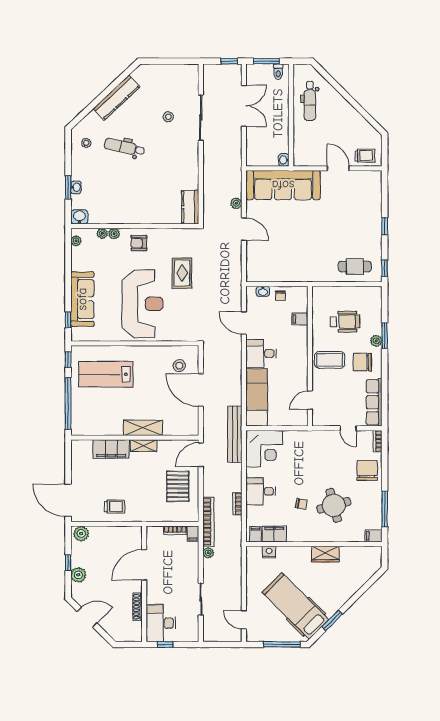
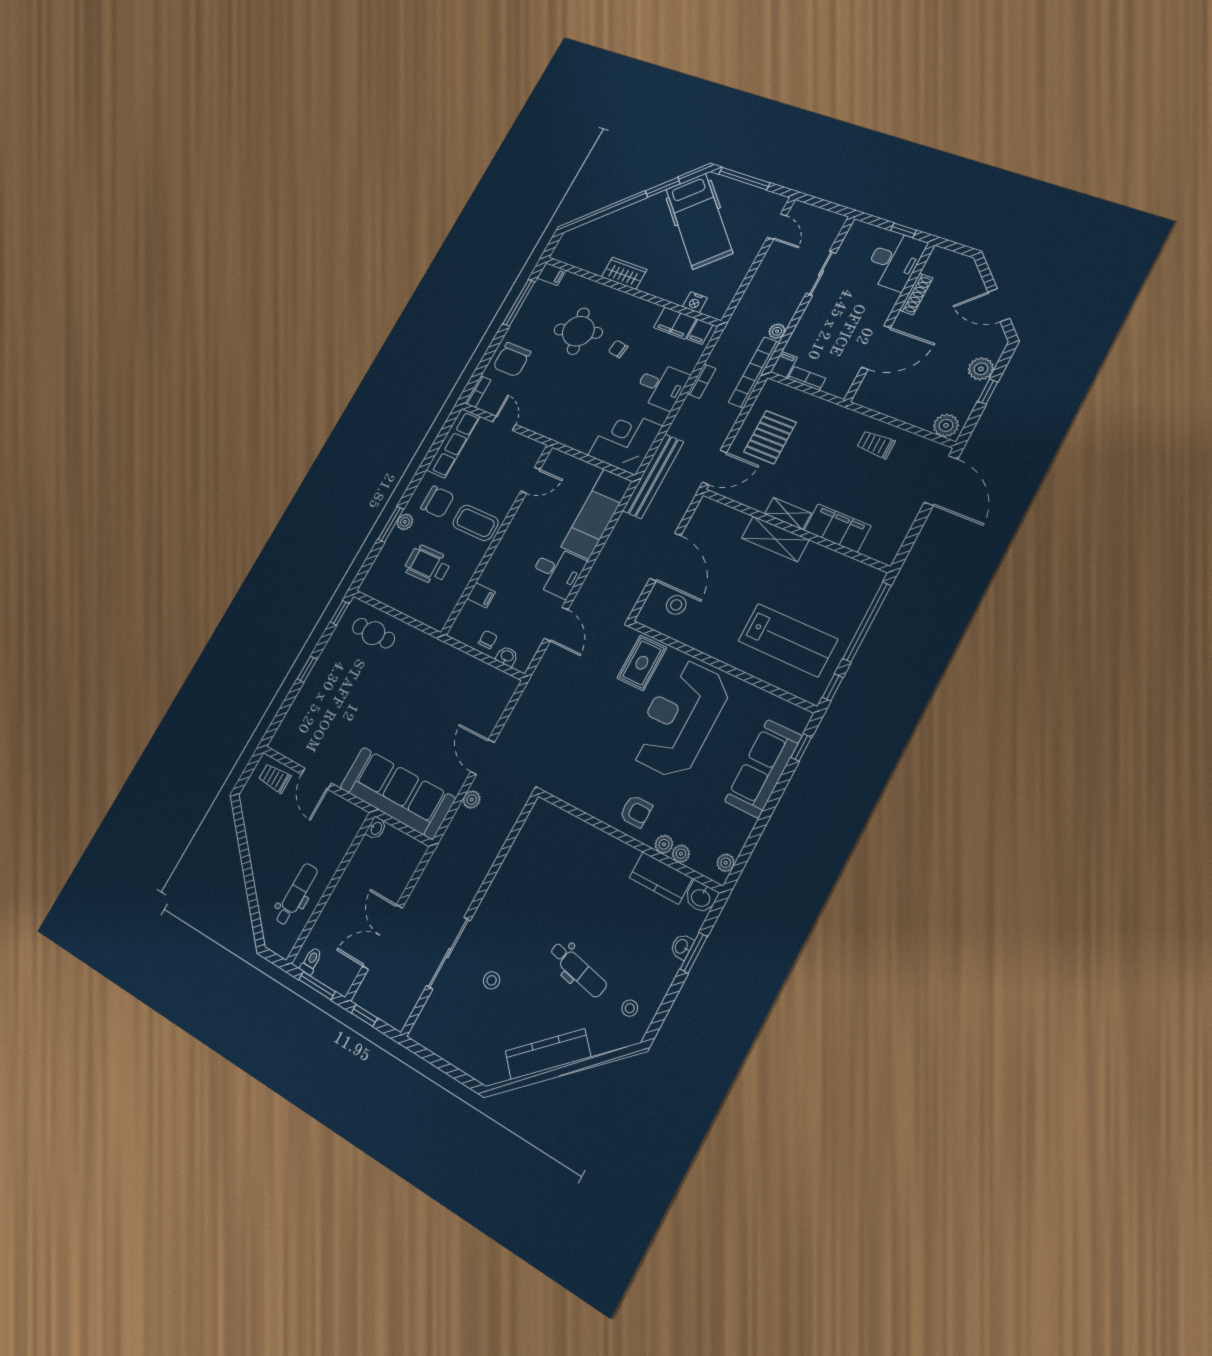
kitchen counter: (190, 207) -> (661, 878), moved, turned 90
rug: (182, 273) -> (642, 663), moved

